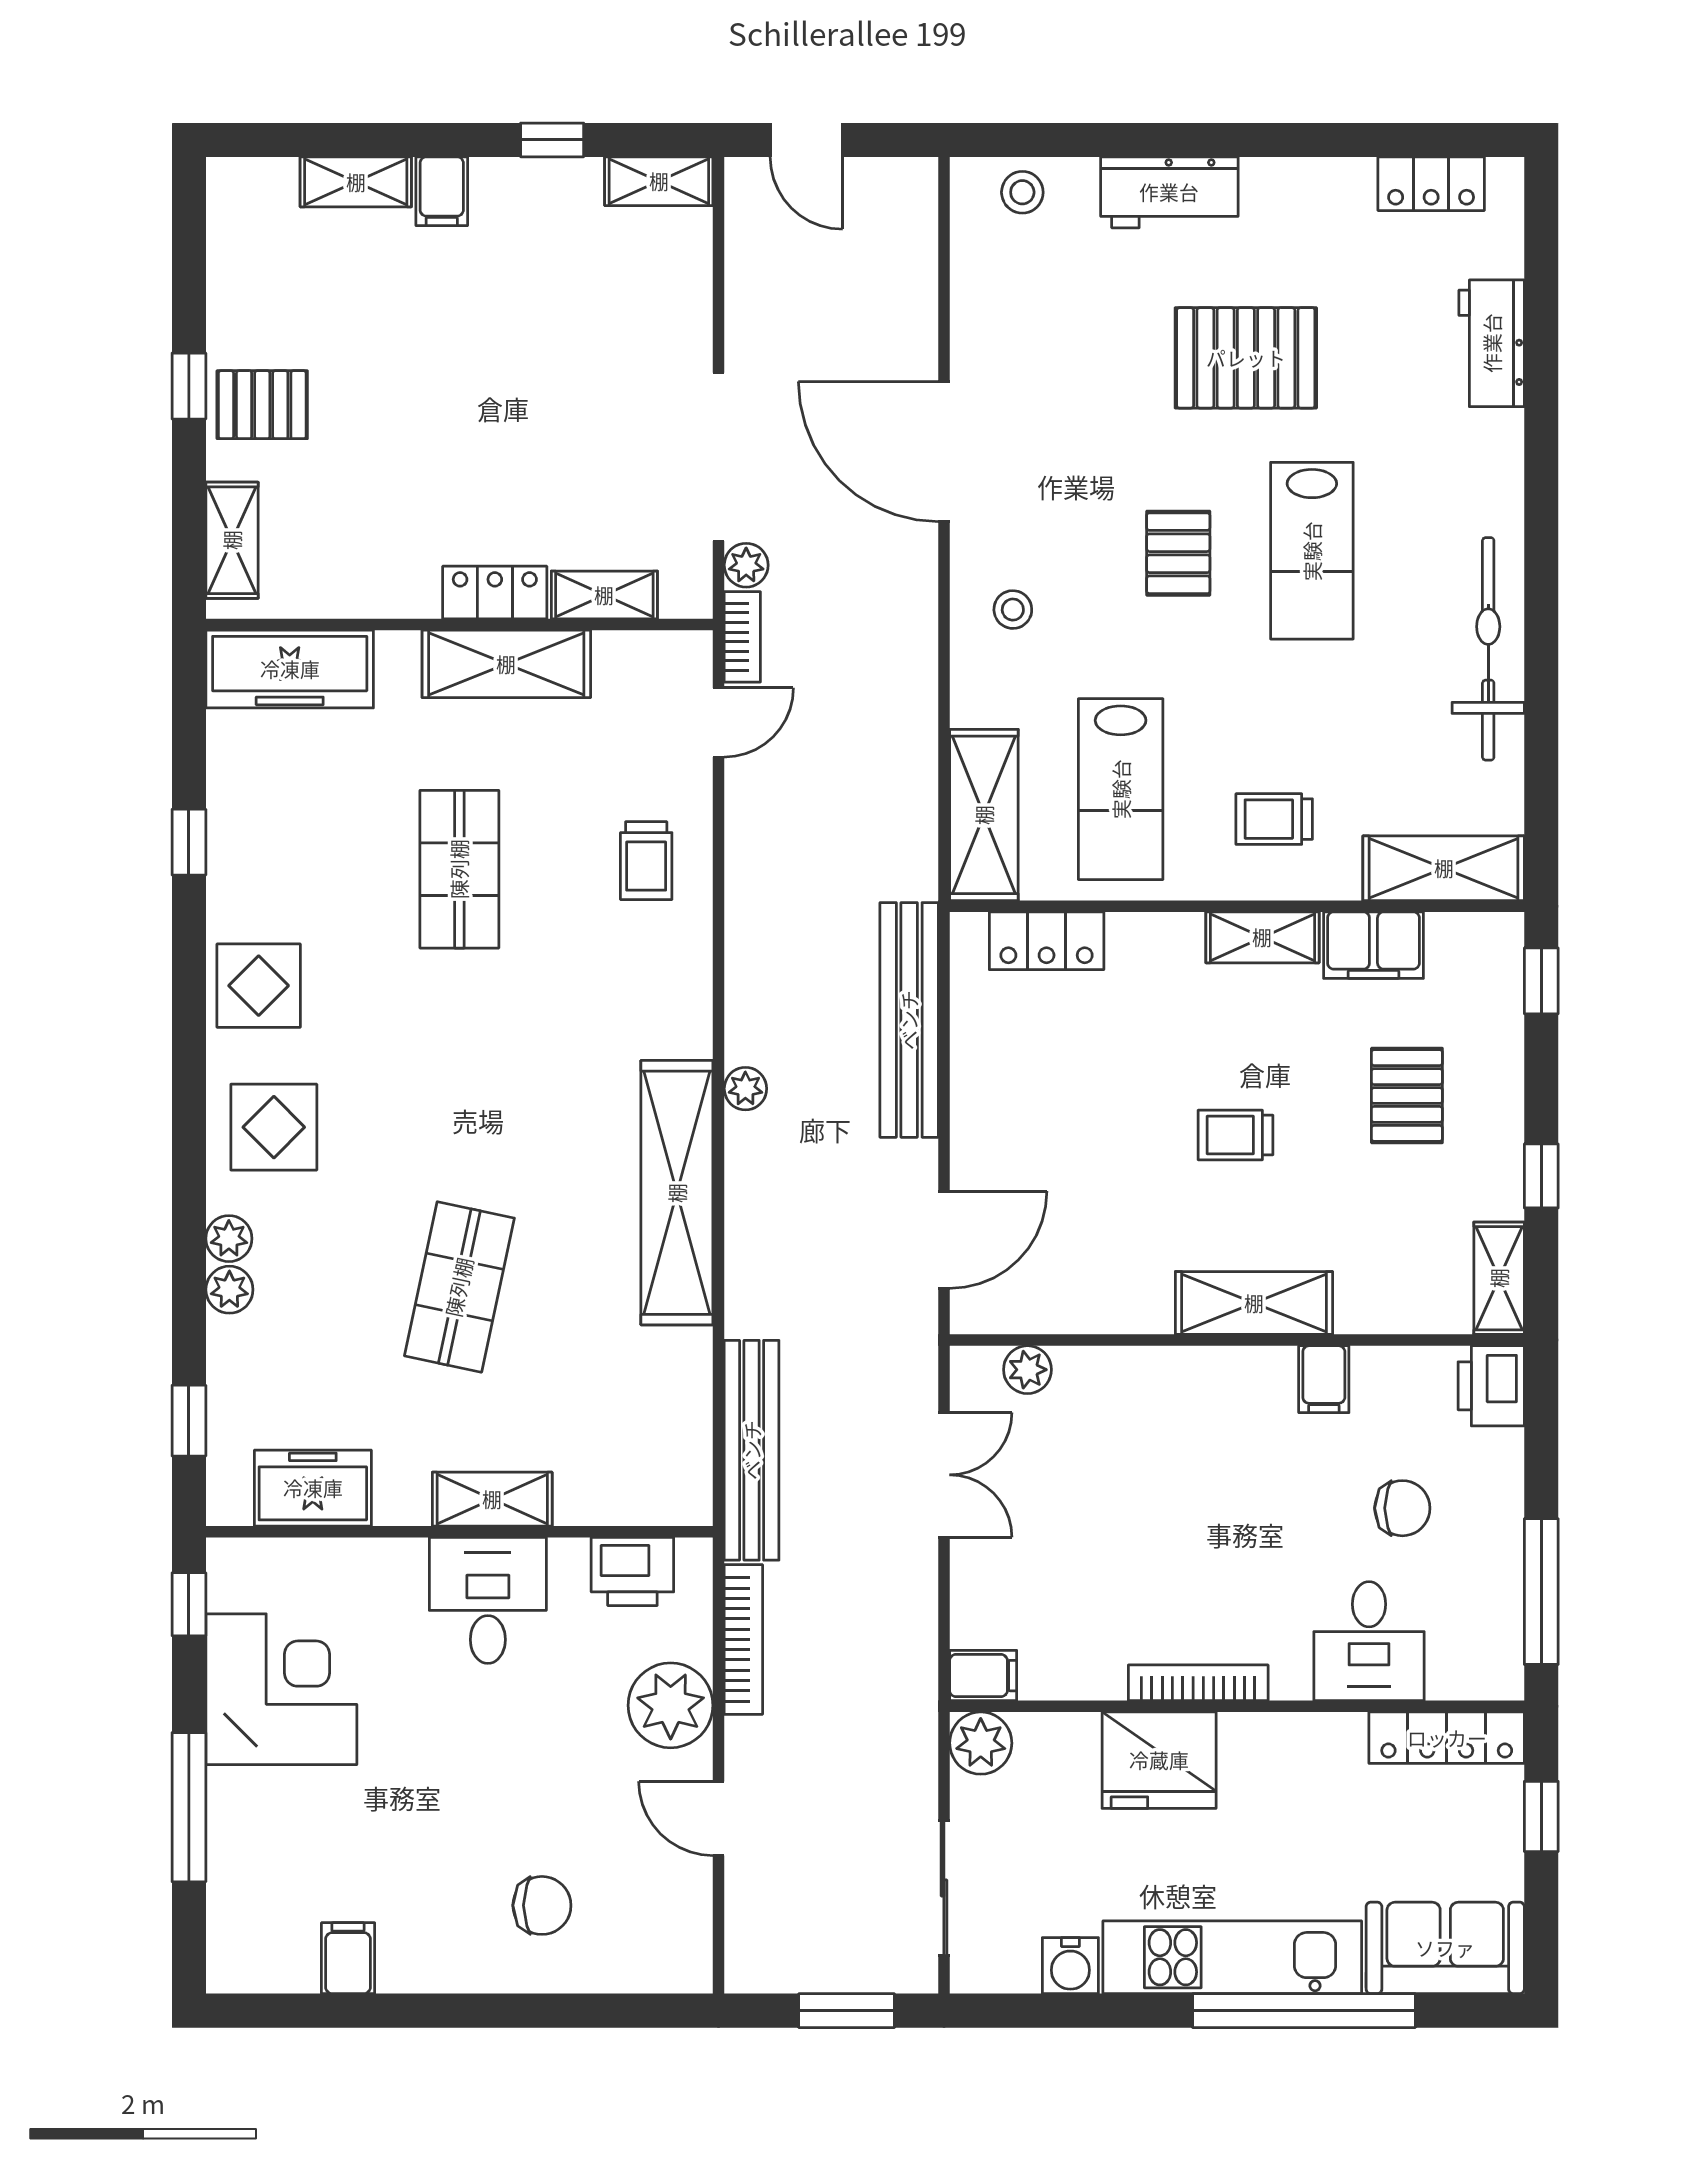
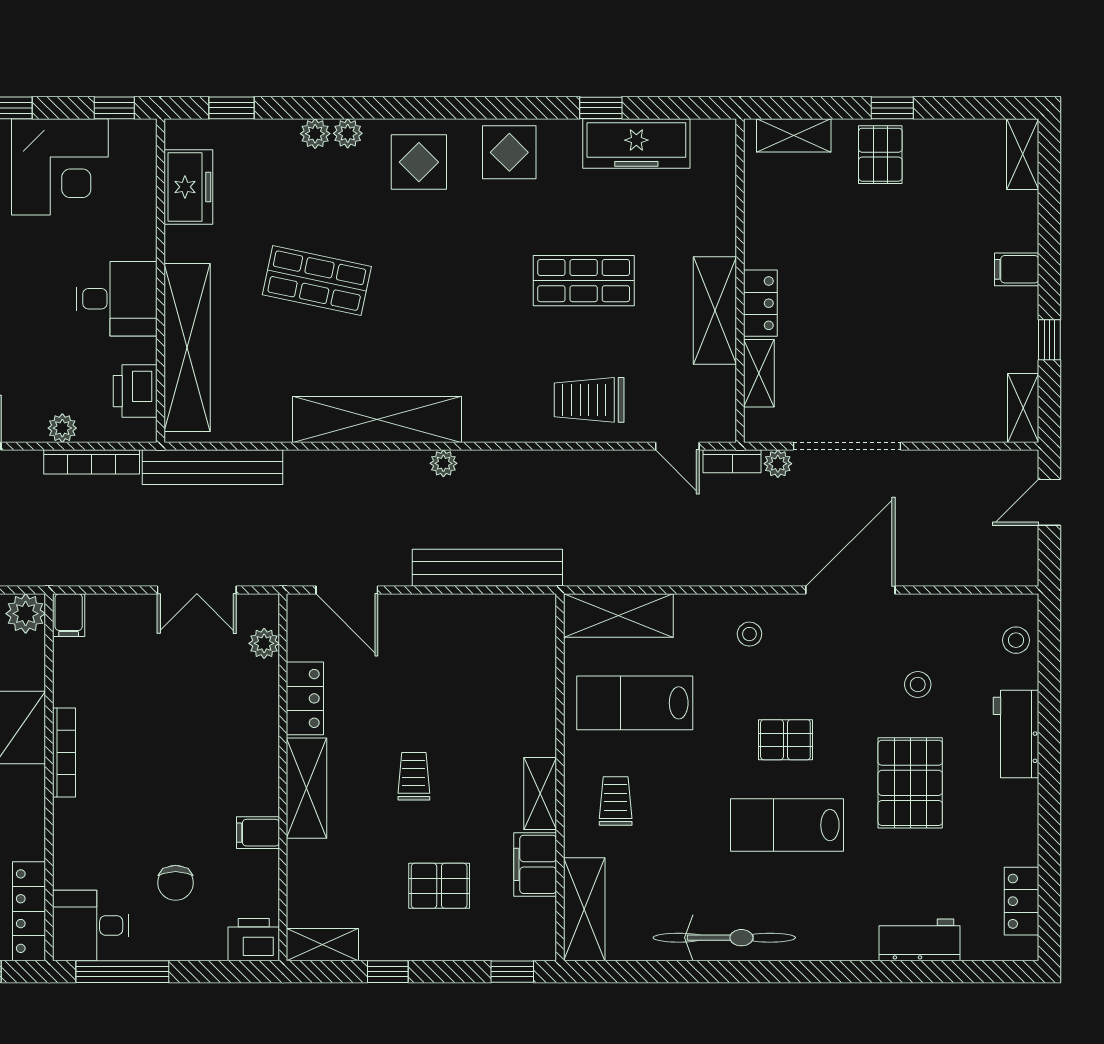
shelving: (356, 182) -> (1023, 154), moved
stool: (1092, 346) -> (918, 684), added
freezer: (290, 669) -> (636, 144), moved, turned -90
trolley: (646, 861) -> (589, 400), width x1.36, depth x1.39
locker: (1047, 941) -> (305, 698), moved, turned 180
shelving: (492, 1499) -> (187, 347), width x2.20, depth x1.33
desk: (1369, 1641) -> (91, 925), moved
plant: (671, 1705) -> (62, 428), width x0.53, depth x0.53

